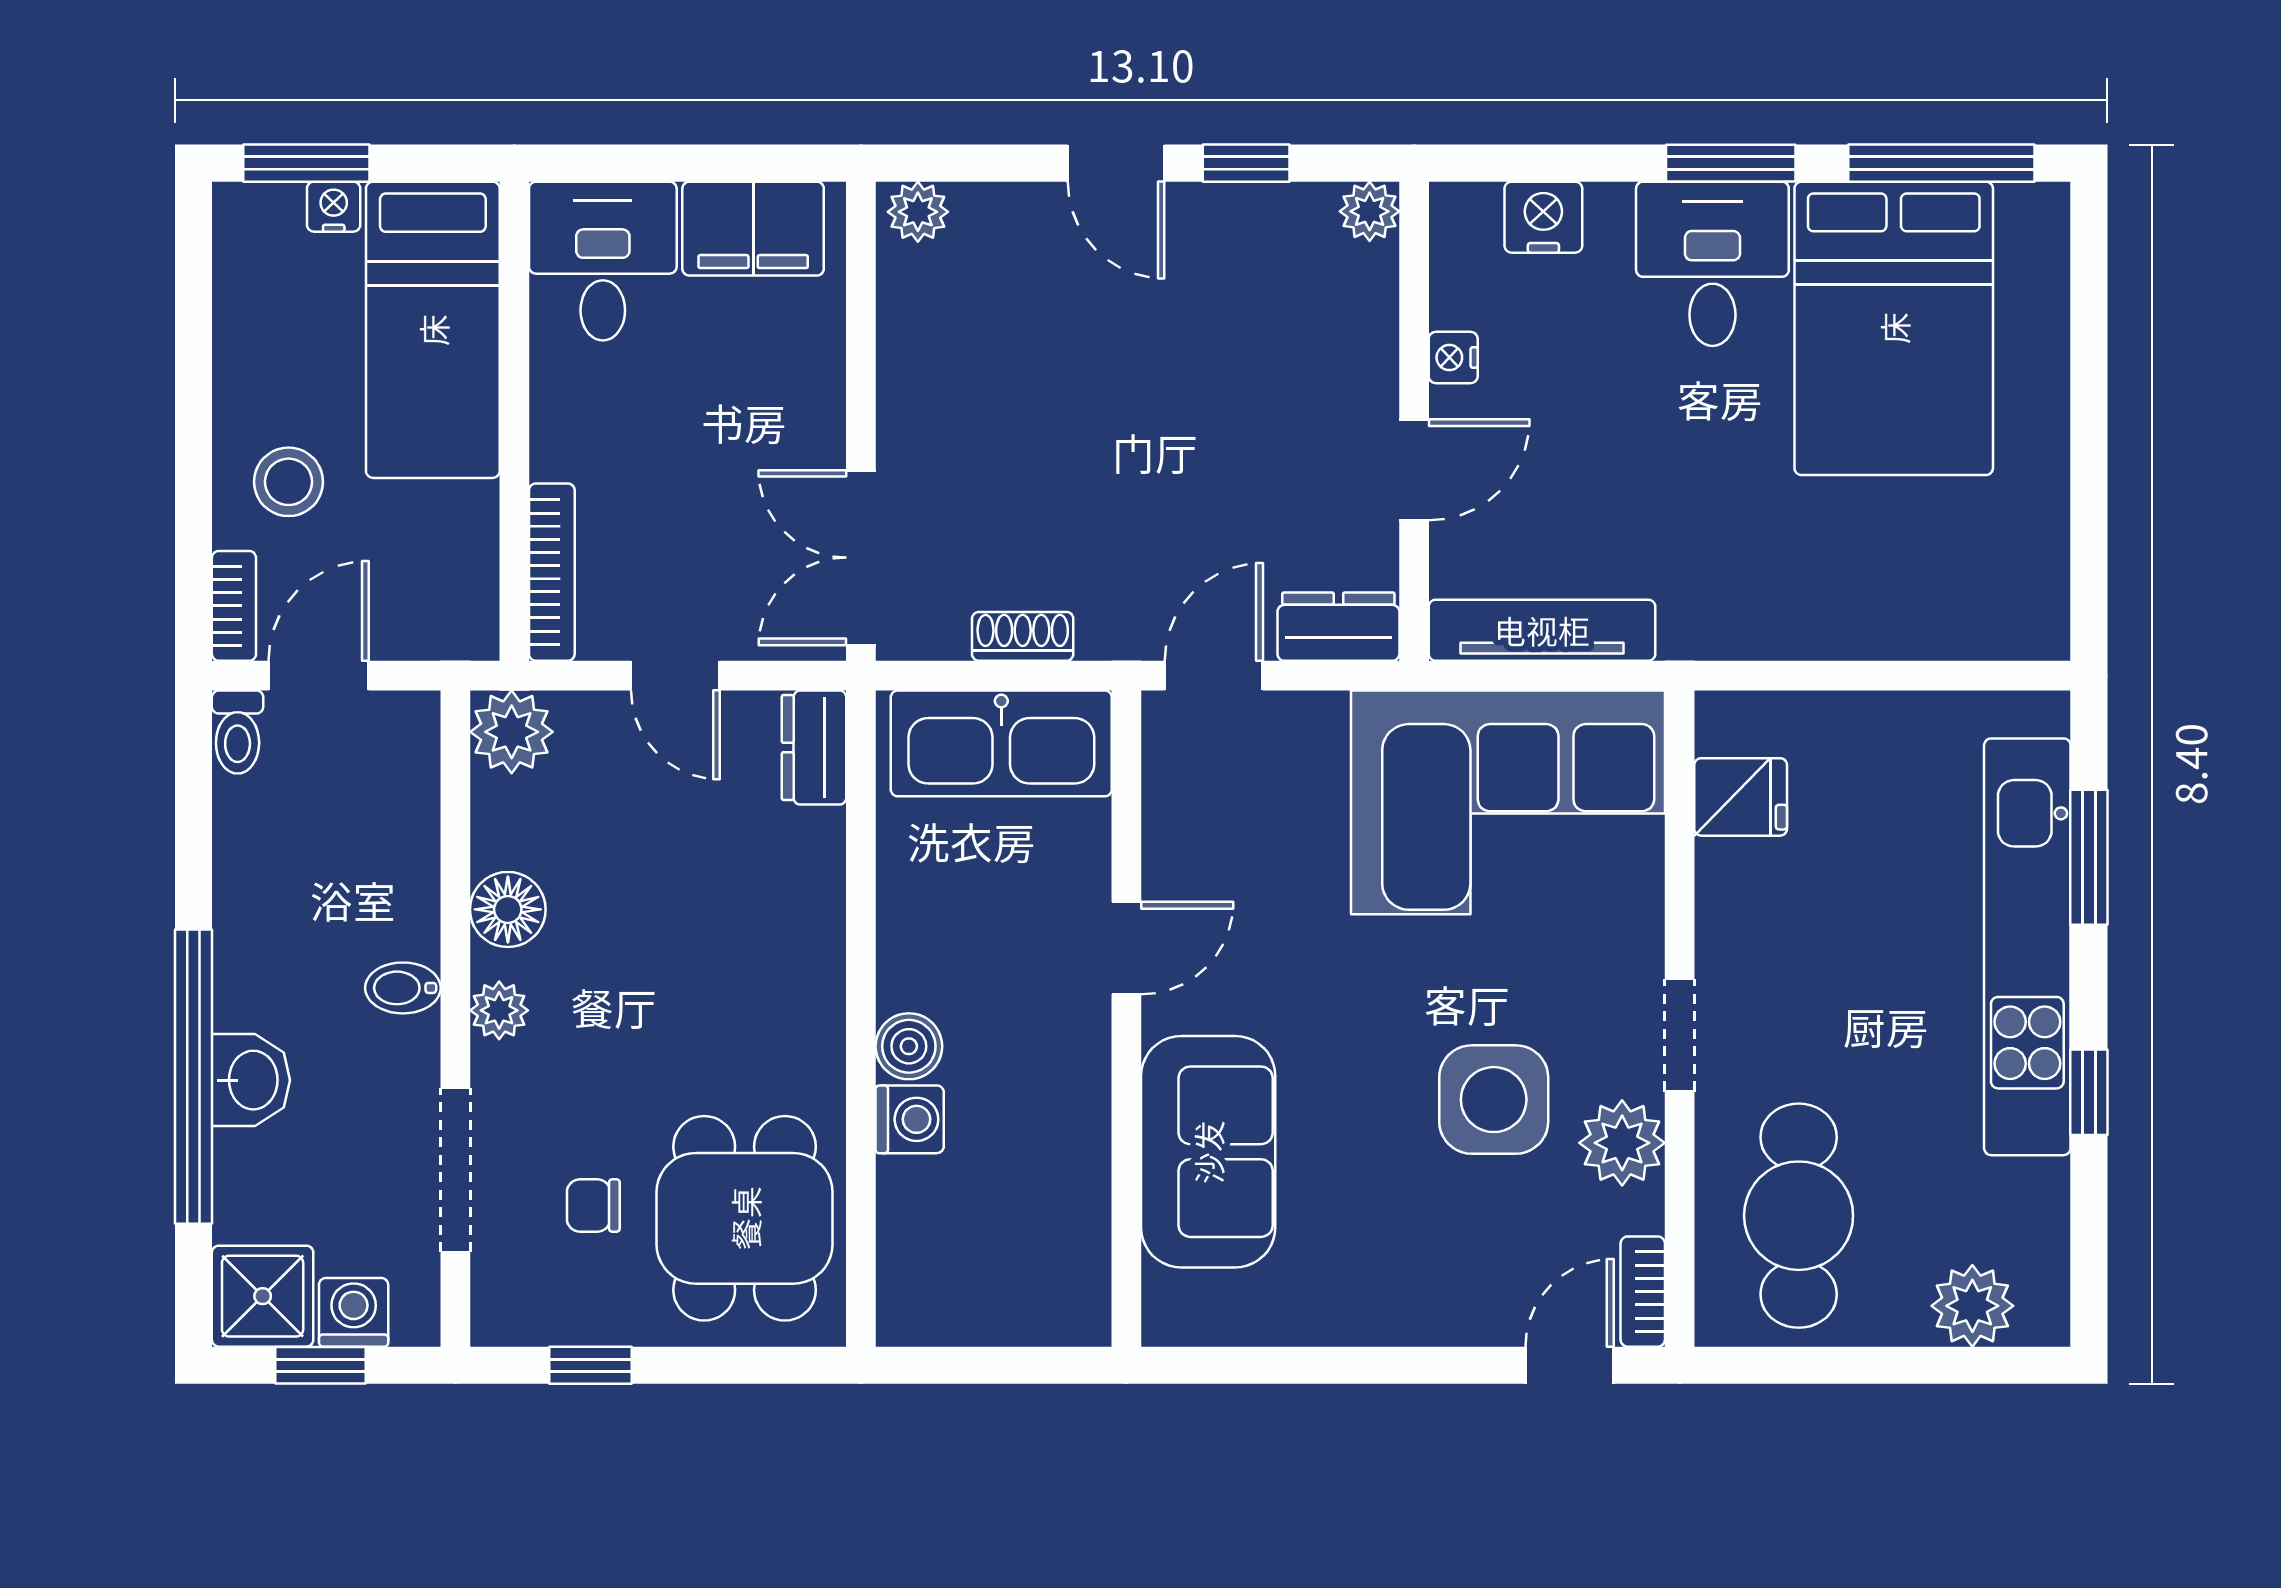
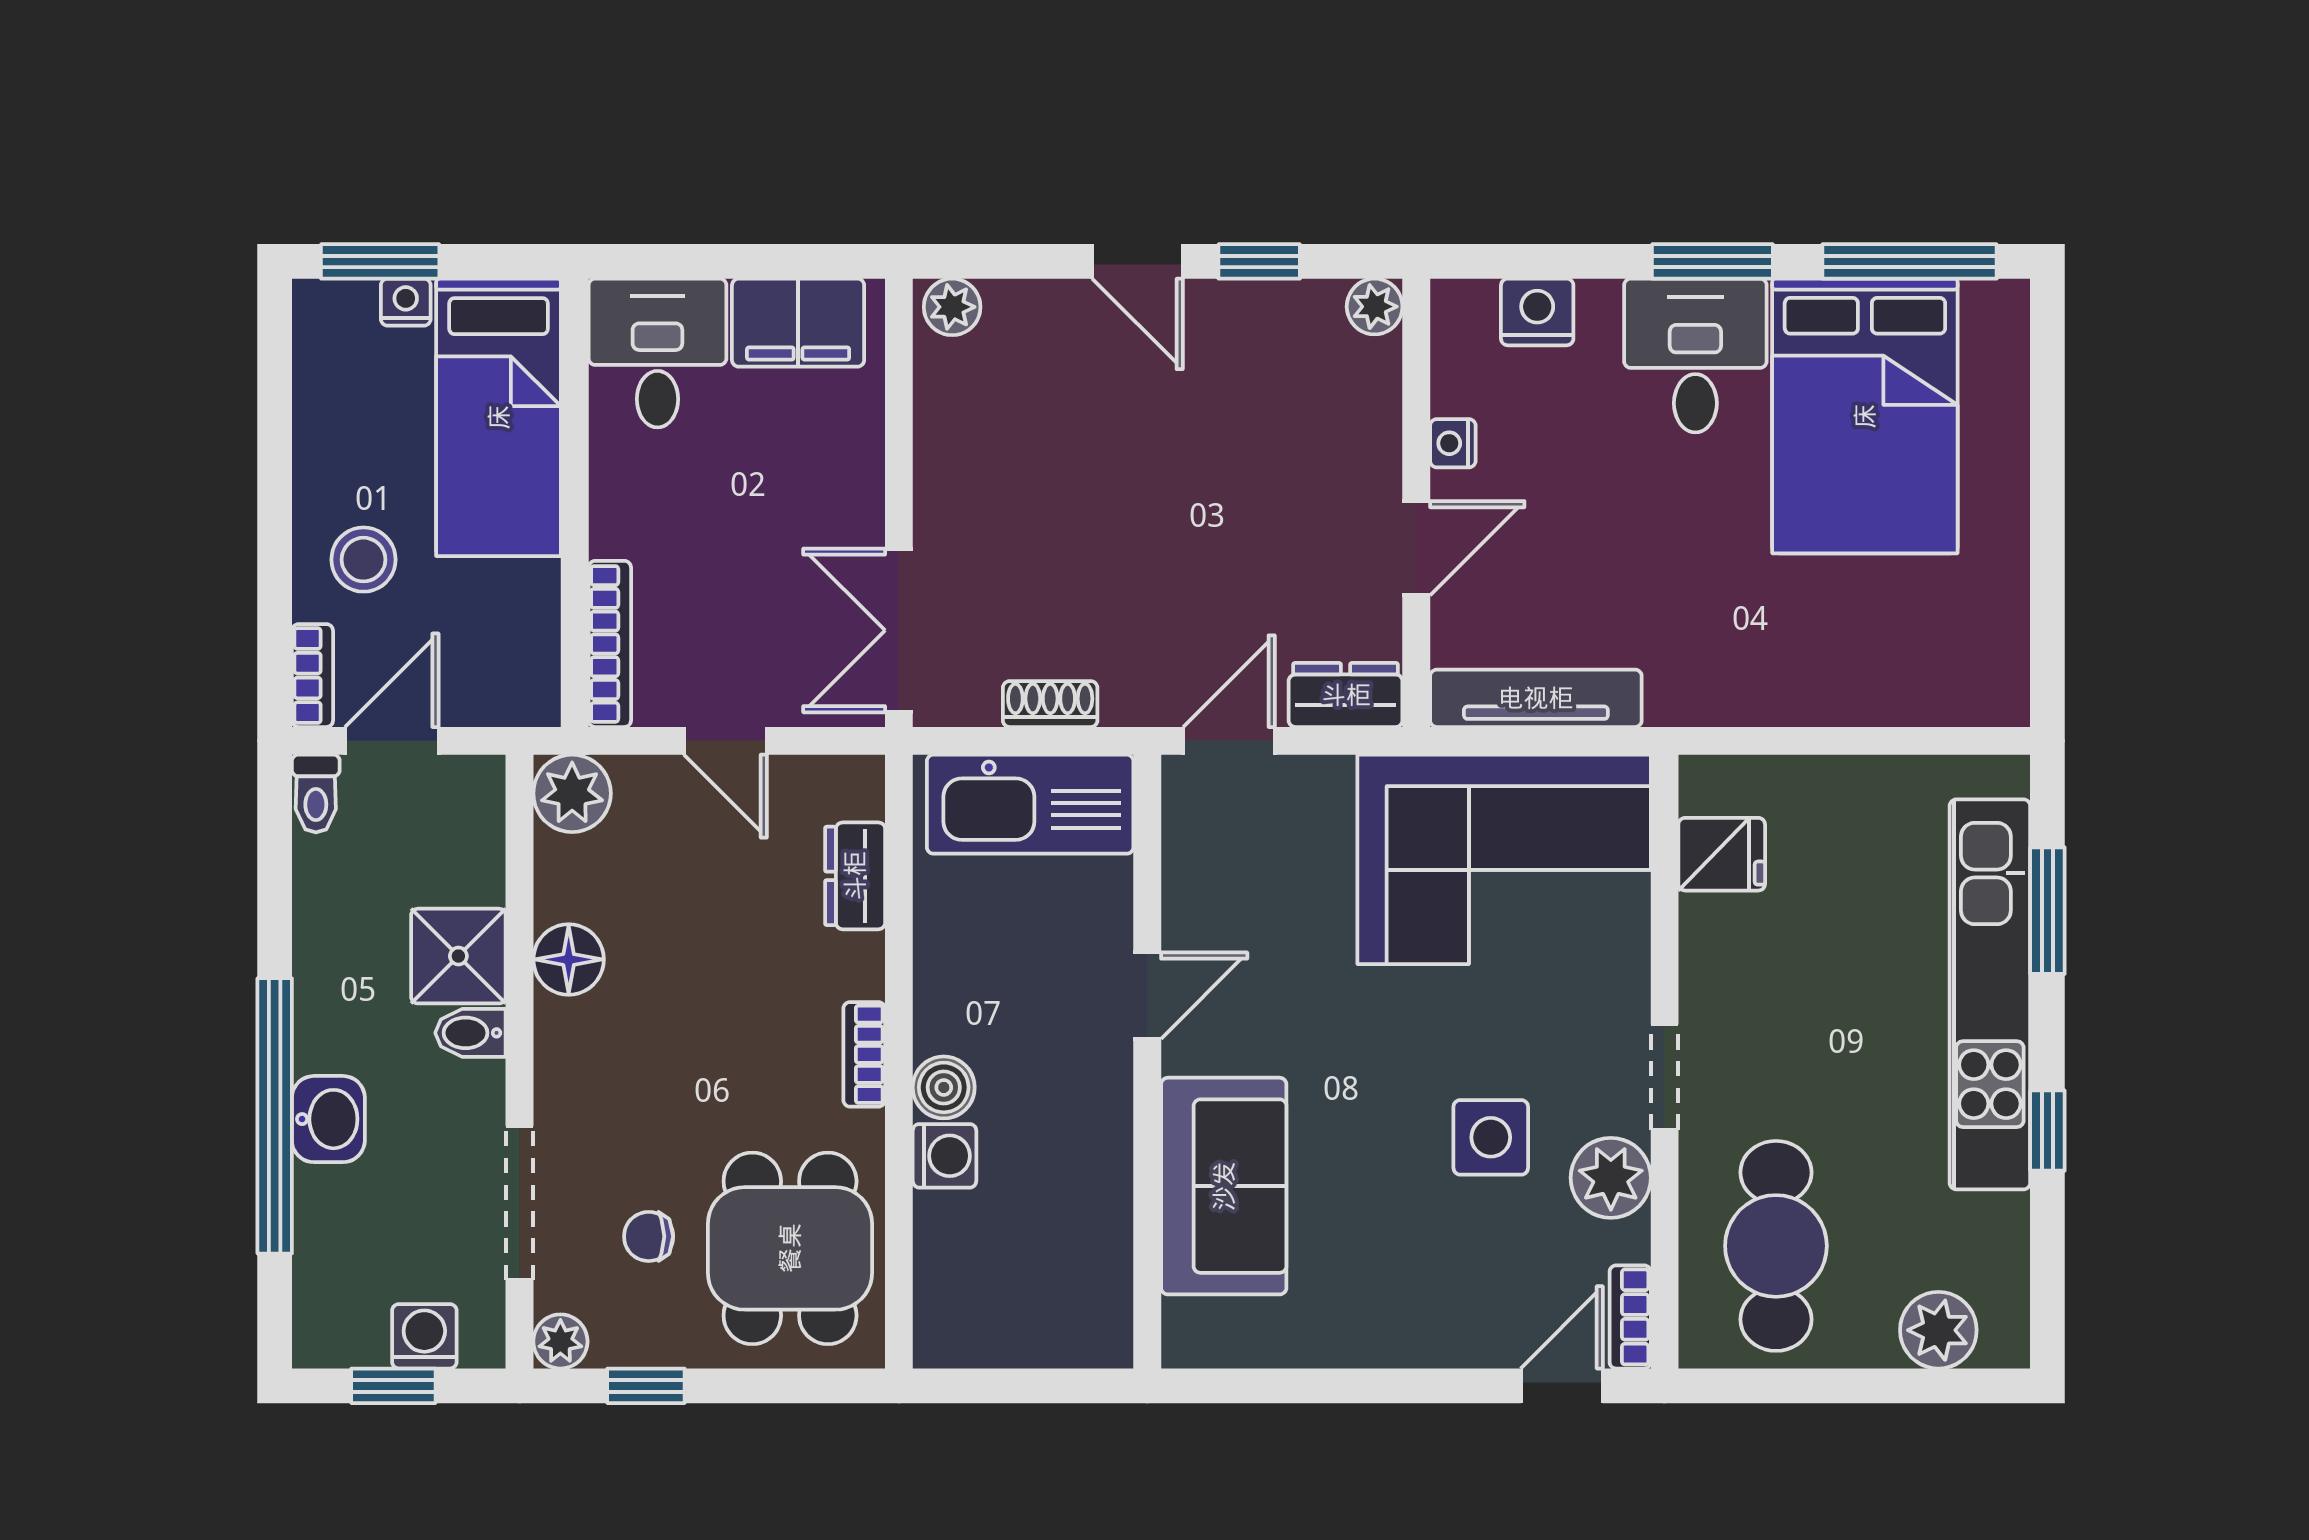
dresser: (814, 748) -> (855, 876), moved
plant: (499, 1010) -> (560, 1341), moved
bookcase: (824, 1011) -> (864, 1054), added
side table: (1494, 1100) -> (1491, 1137), width x0.73, depth x0.73
shower: (263, 1296) -> (458, 956), moved

